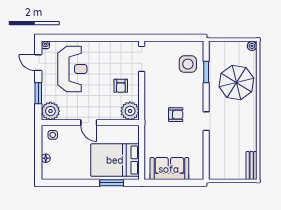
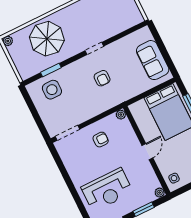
reception desk: (72, 69) -> (107, 190), turned 180
plant: (50, 111) -> (160, 193), width x0.53, depth x0.53
plant: (130, 111) -> (121, 115), width x0.53, depth x0.53
armchair: (176, 115) -> (102, 78), turned 180

